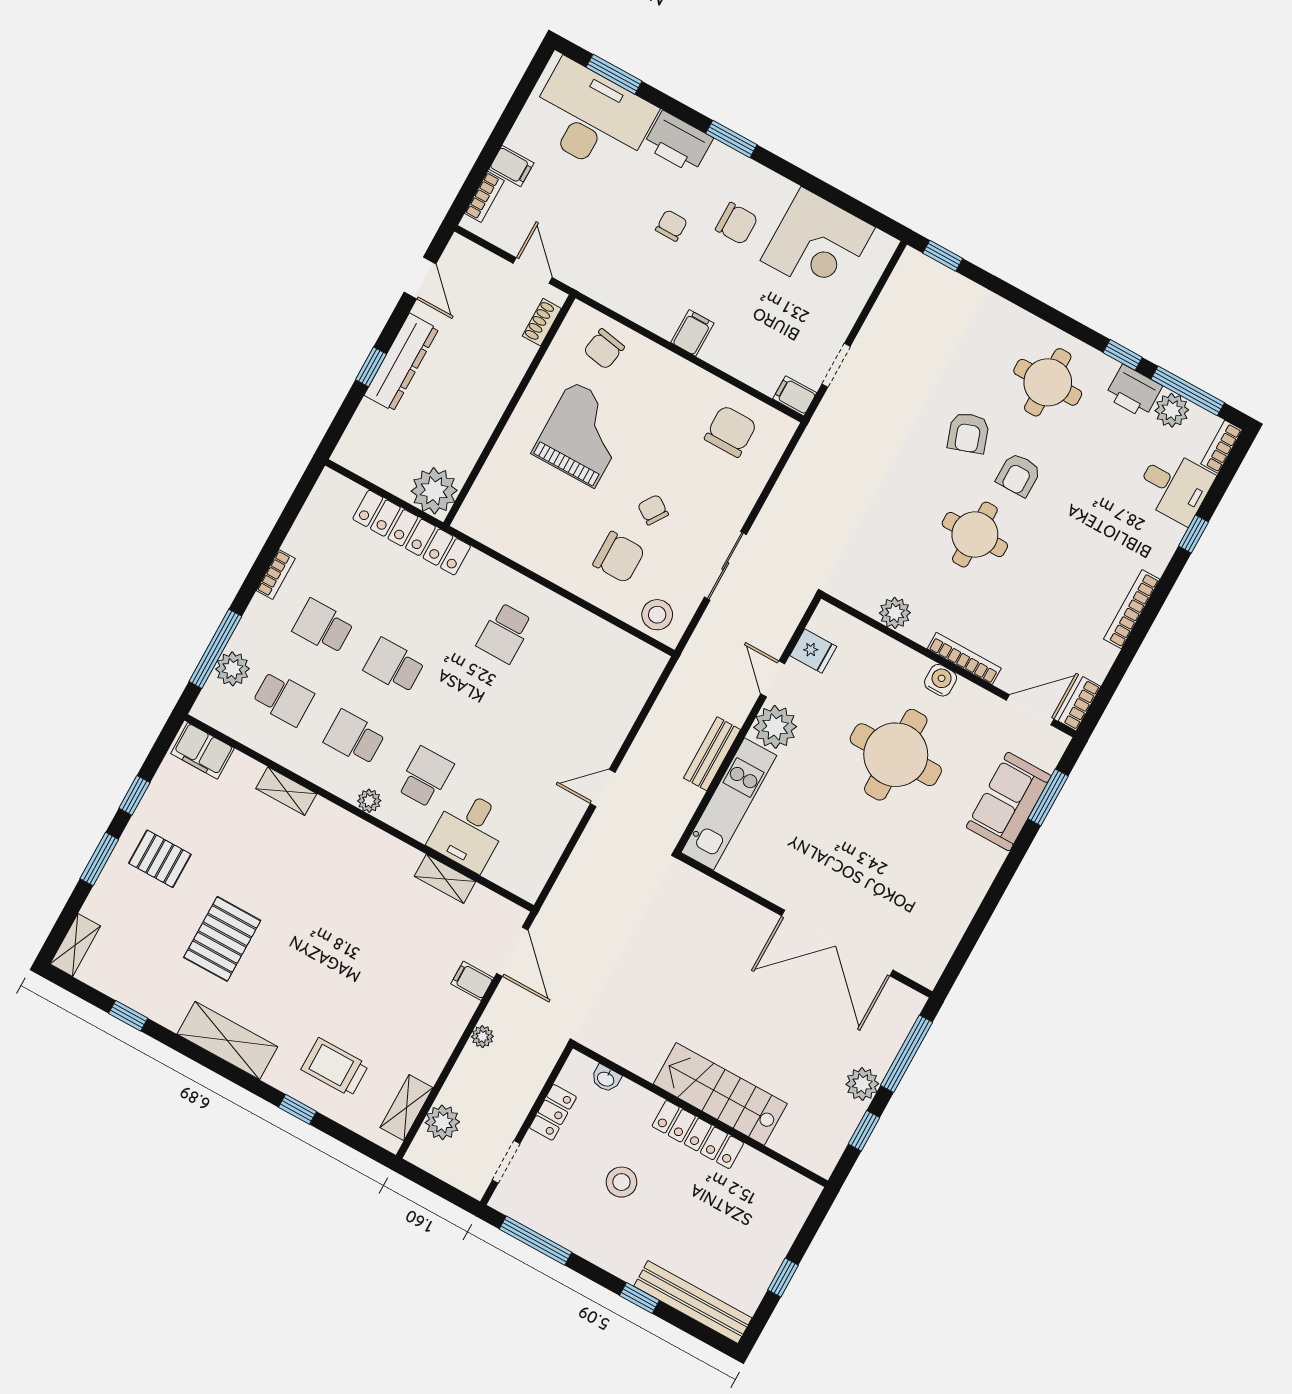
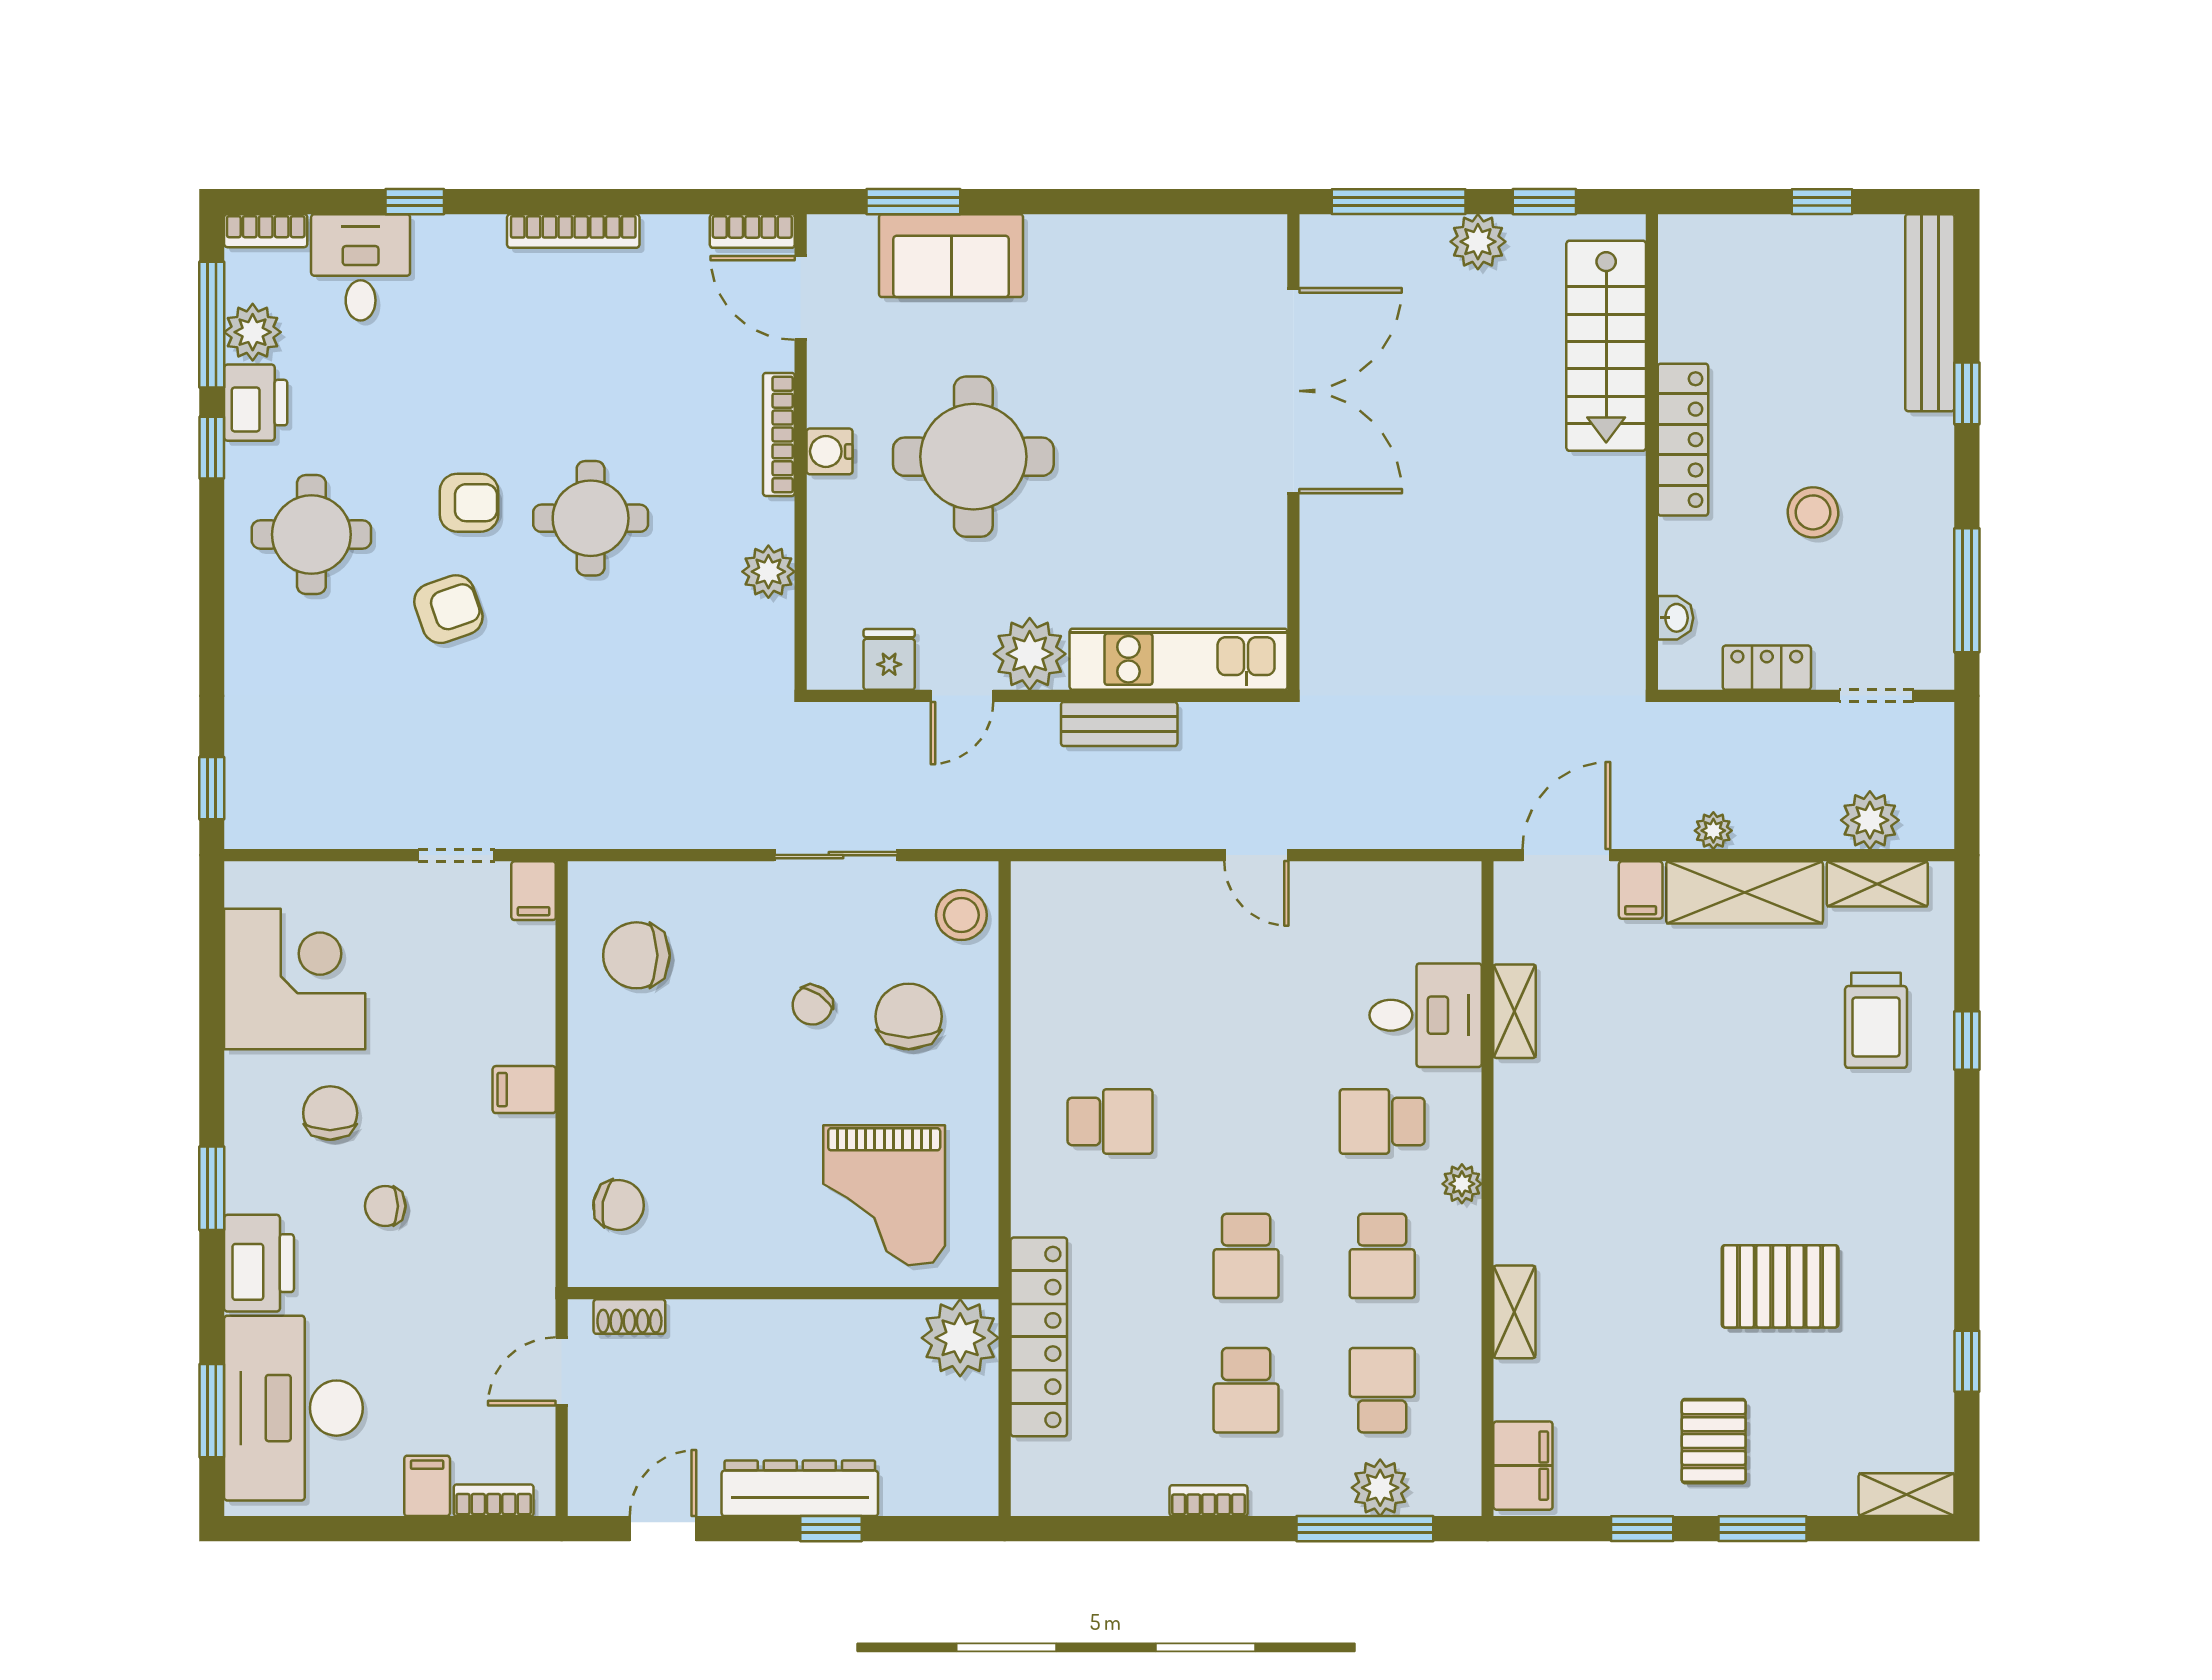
grand piano: (583, 434) -> (884, 1195), moved, turned -90
shelving: (227, 1040) -> (1745, 892), moved, turned 90
stairs: (720, 1094) -> (1606, 346), moved

